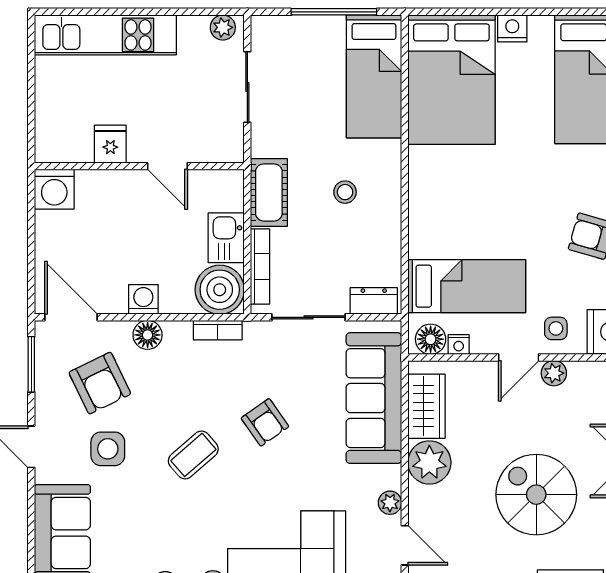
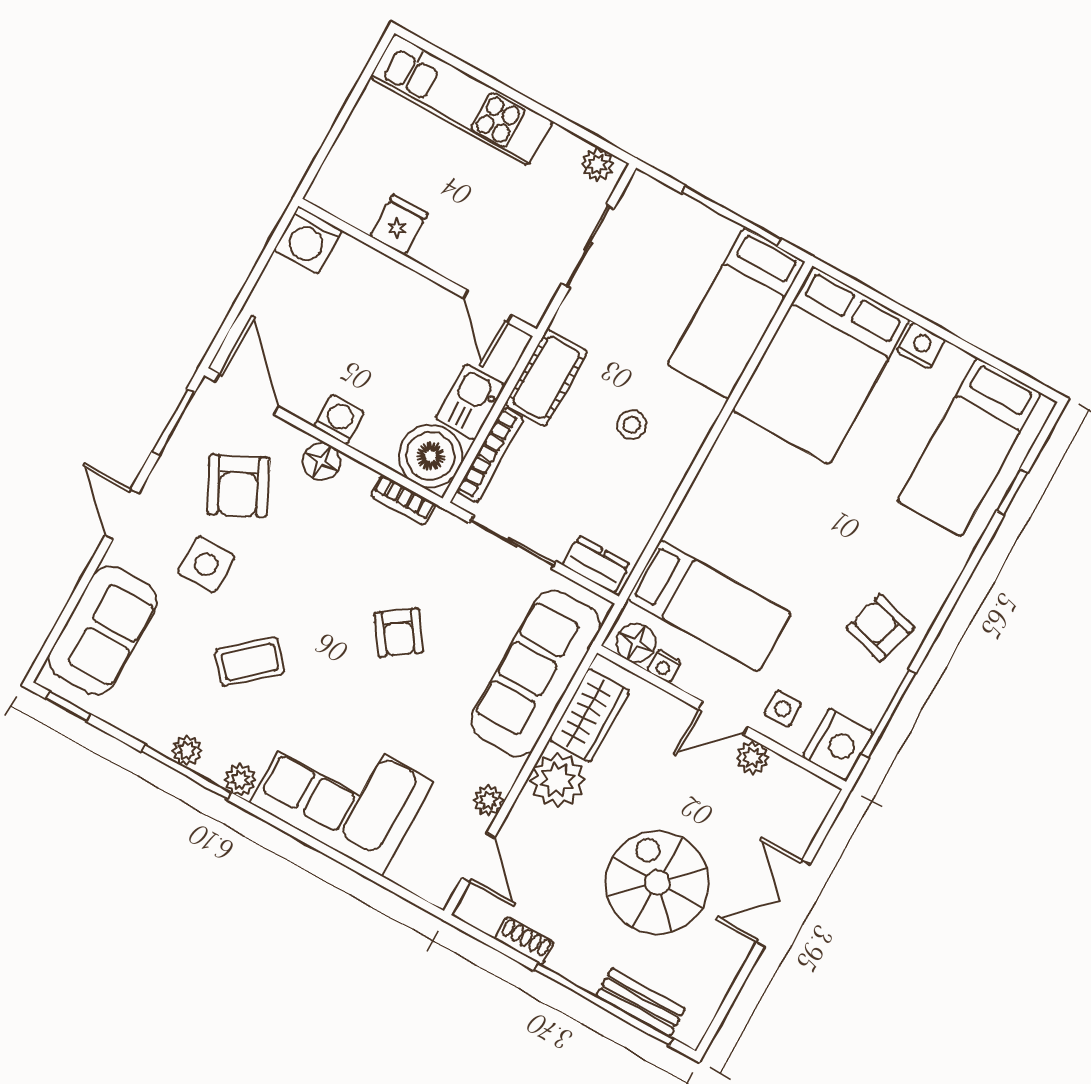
door: (167, 166) -> (488, 306), moved
coffee table: (193, 455) -> (250, 662), moved

